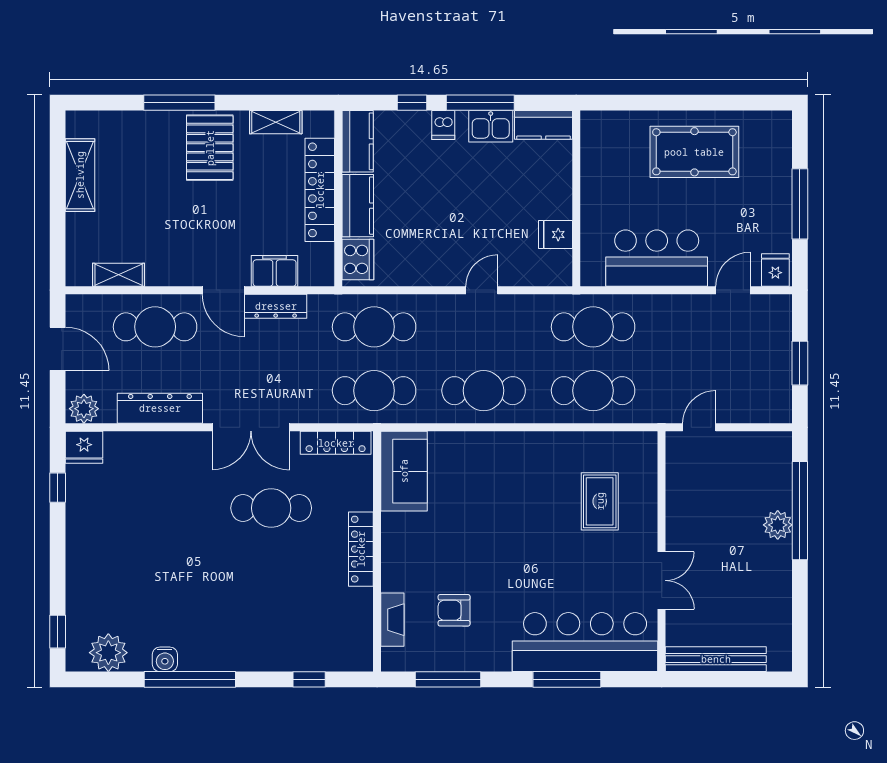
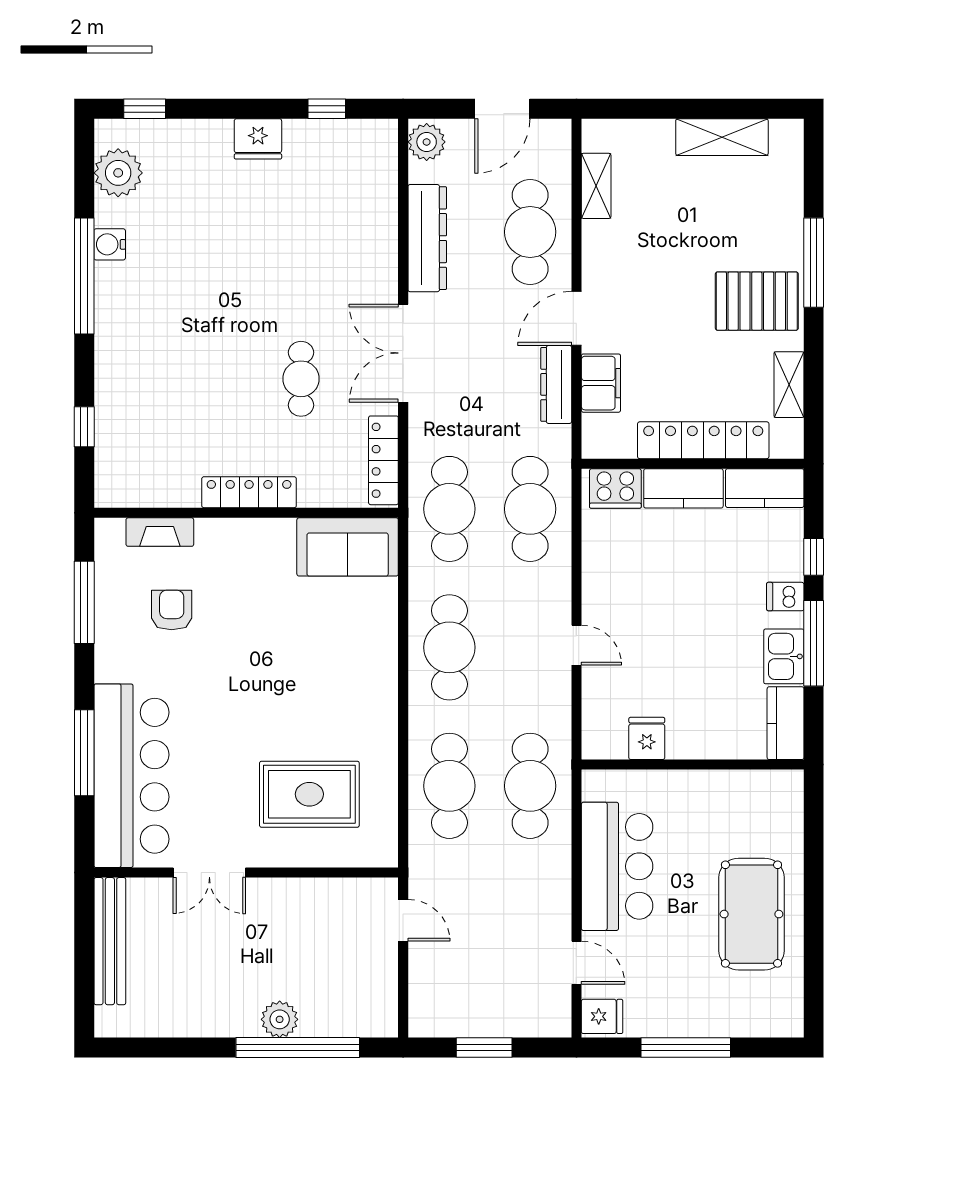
fridge: (84, 447) -> (258, 139), moved, turned -90
rug: (600, 501) -> (309, 794), width x1.36, depth x1.43
cafe table: (271, 508) -> (301, 379), width x0.73, depth x0.74

